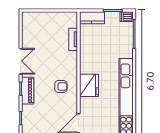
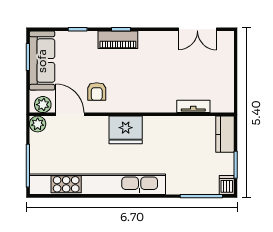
double door: (21, 61) -> (197, 29), moved
armchair: (61, 86) -> (97, 92), moved

